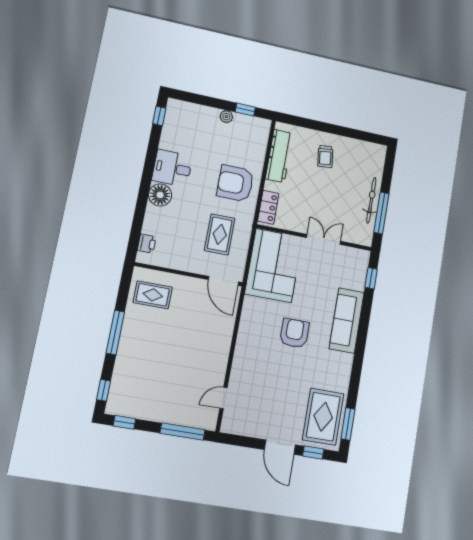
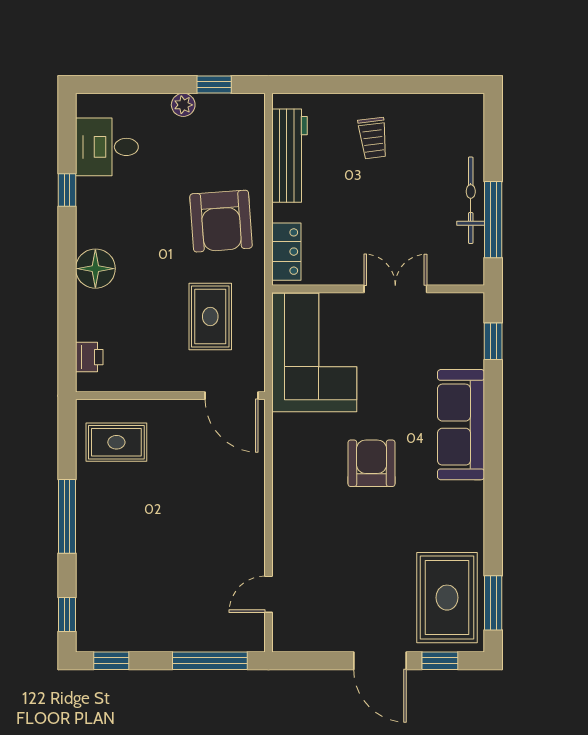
window: (159, 116) -> (67, 190), moved
desk: (172, 168) -> (107, 147), moved
armchair: (235, 183) -> (221, 221), turned -94

